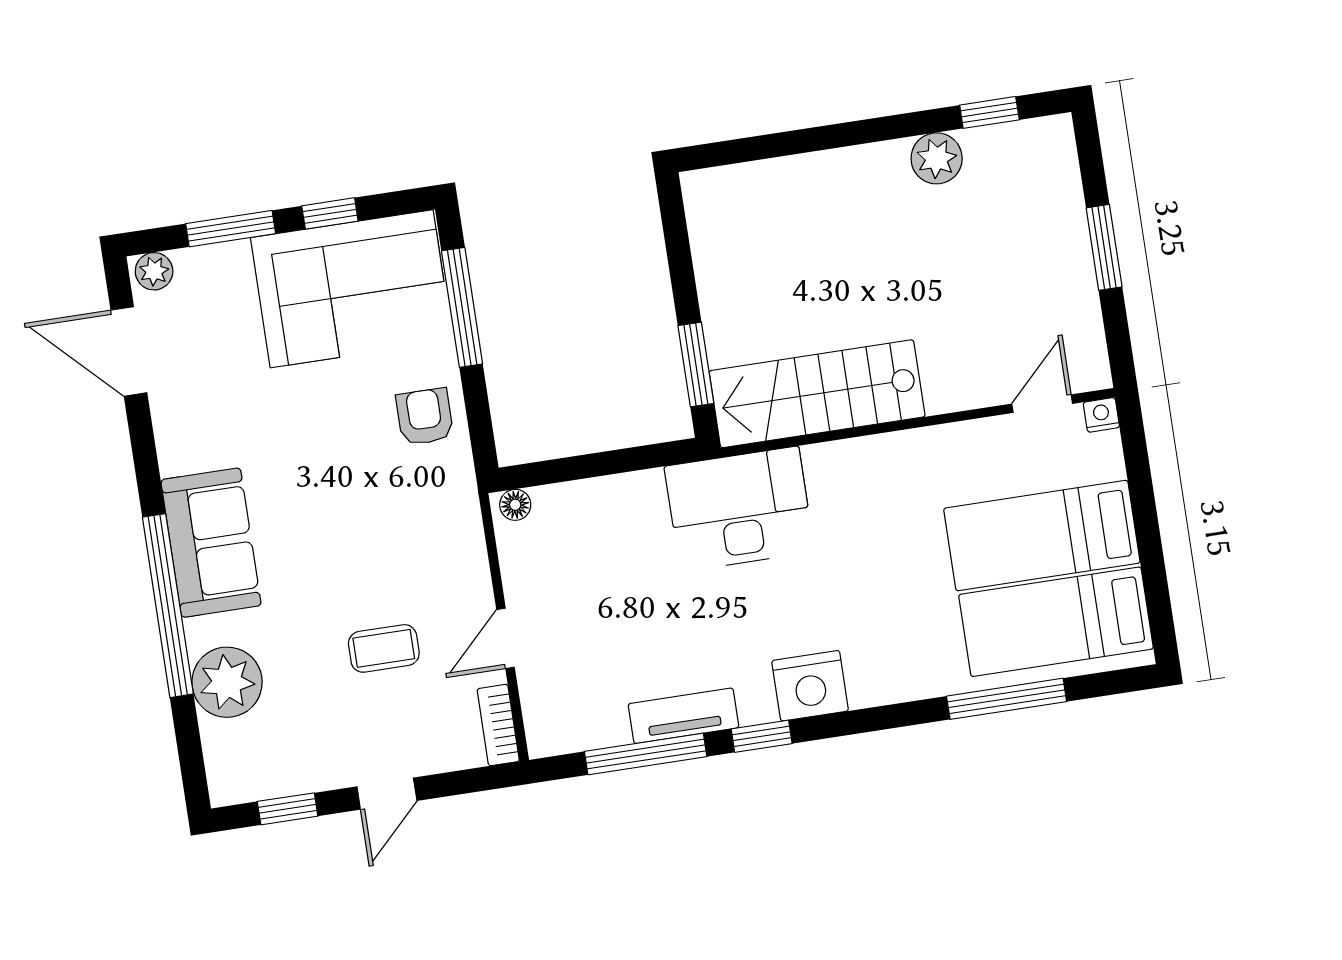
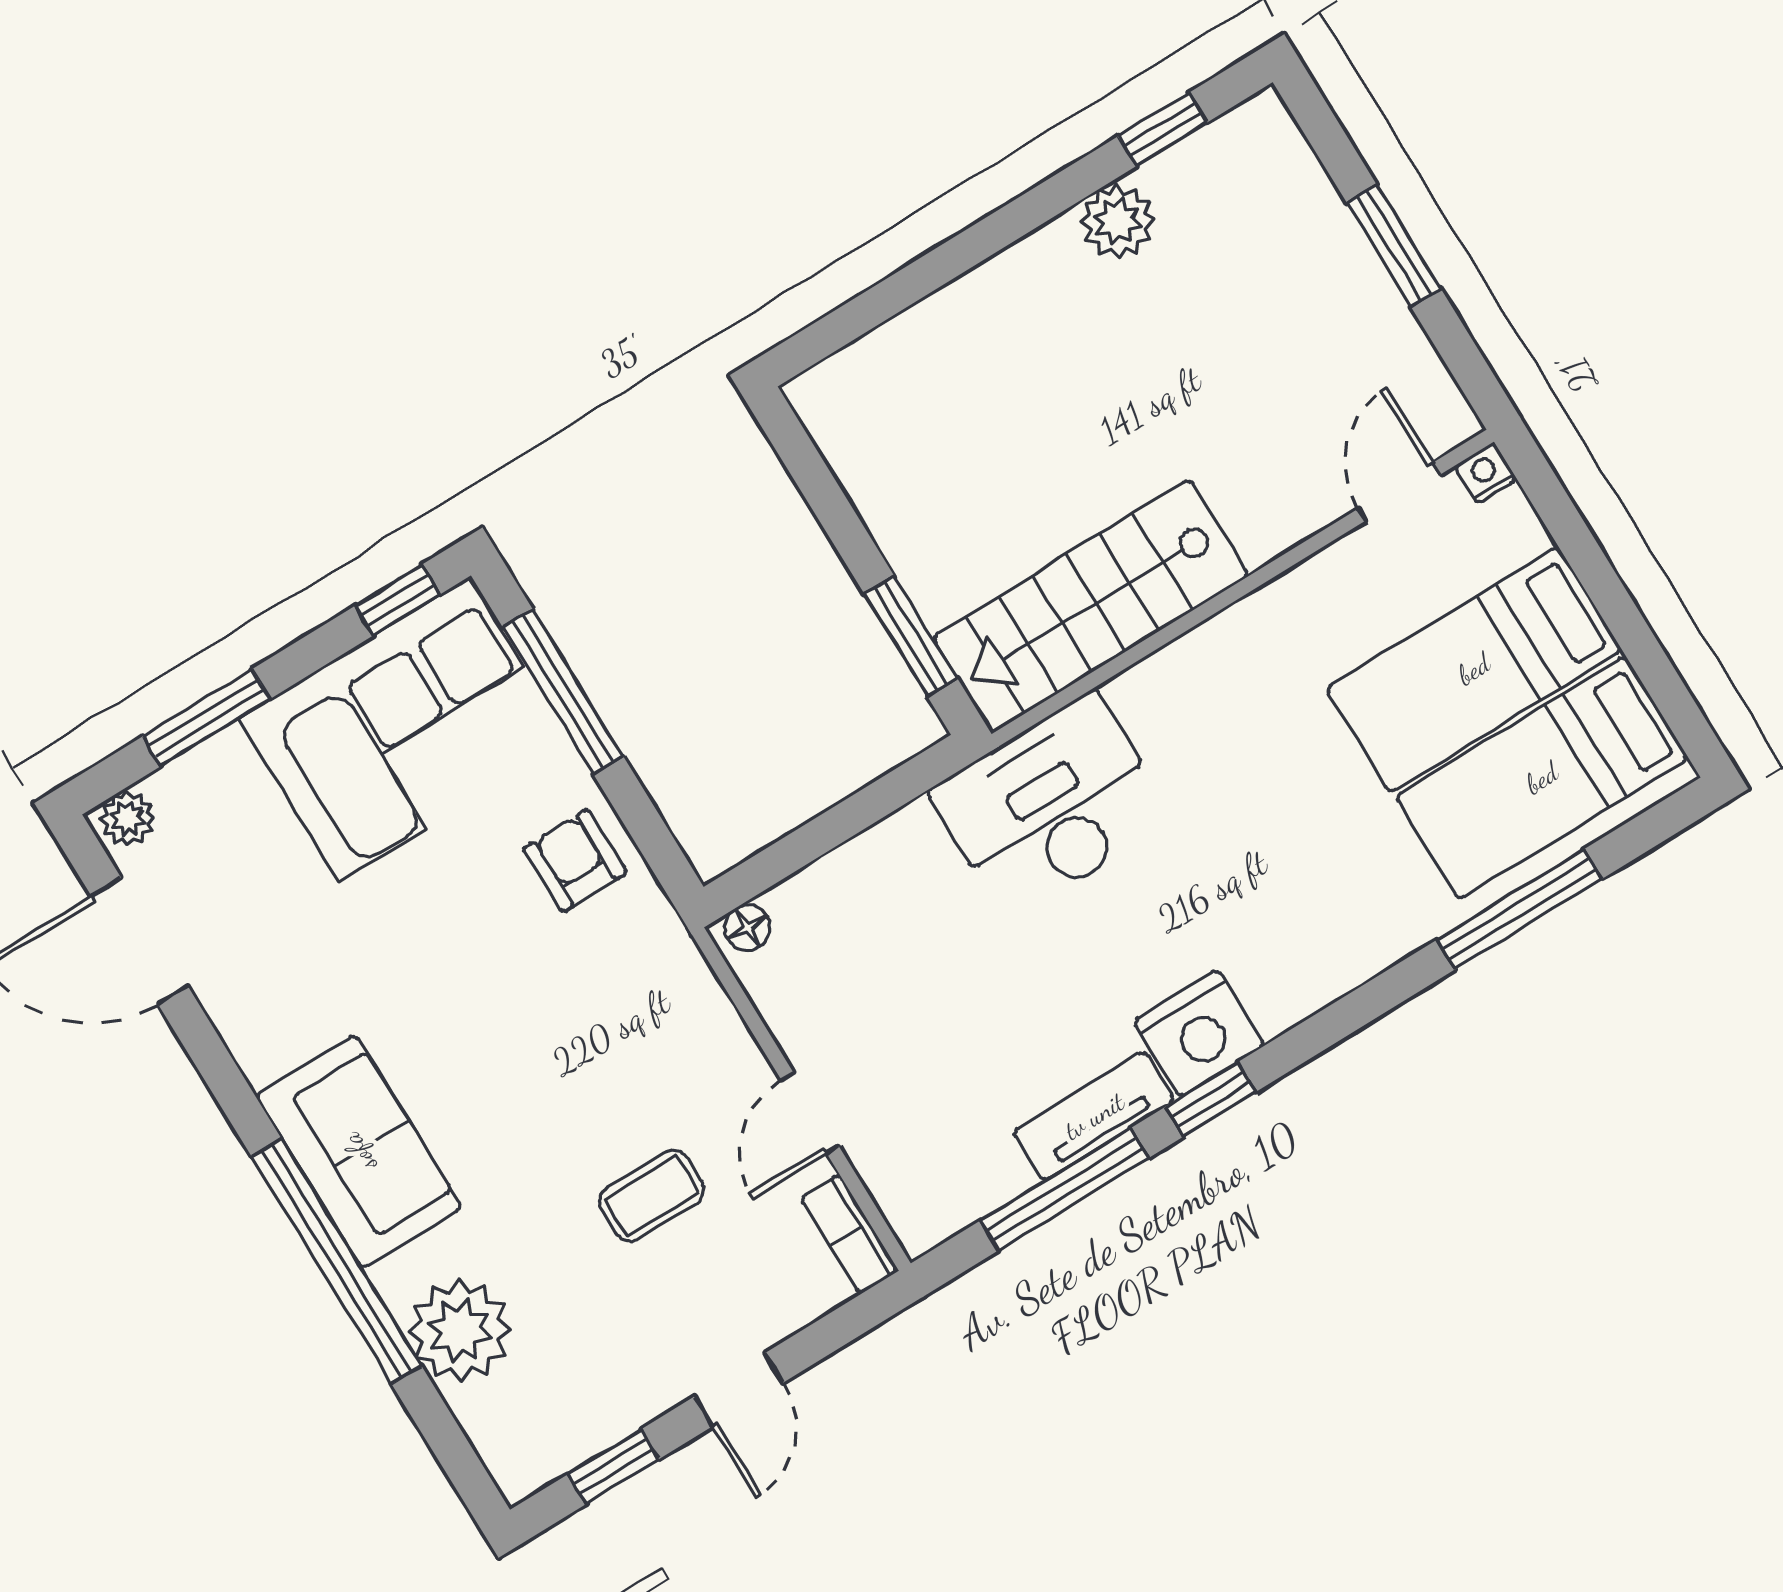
window: (330, 213) -> (397, 600), moved
nightstand: (810, 686) -> (1199, 1033), moved

